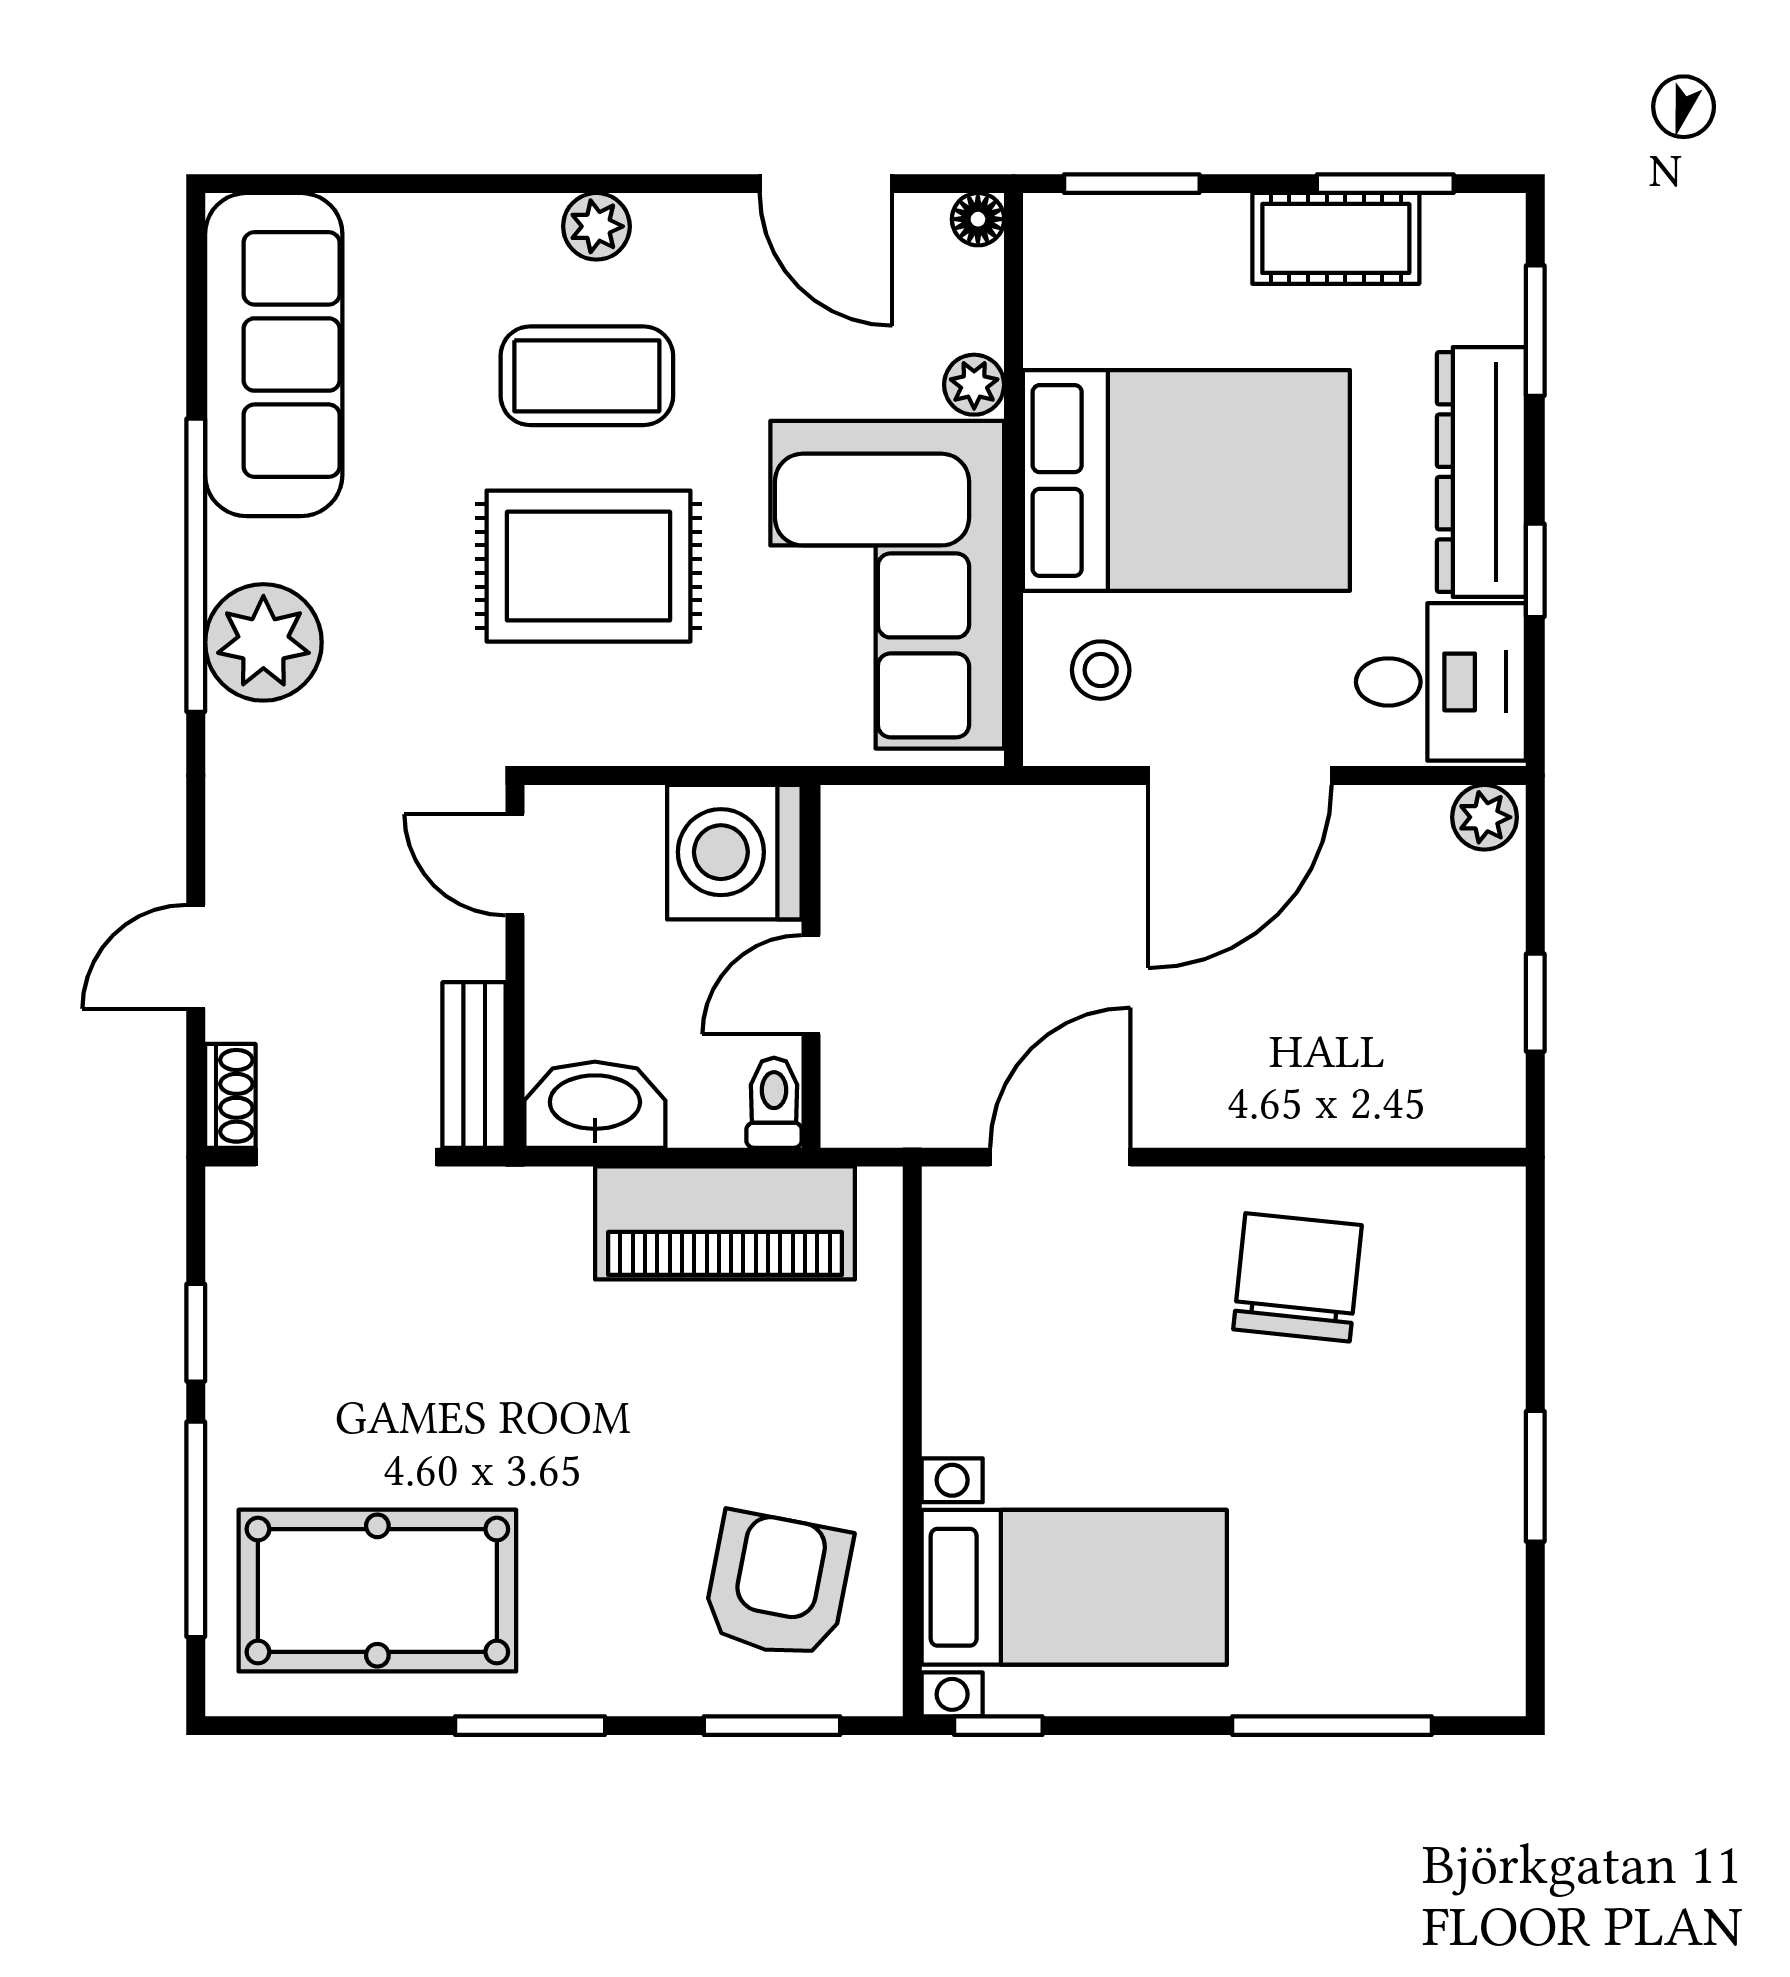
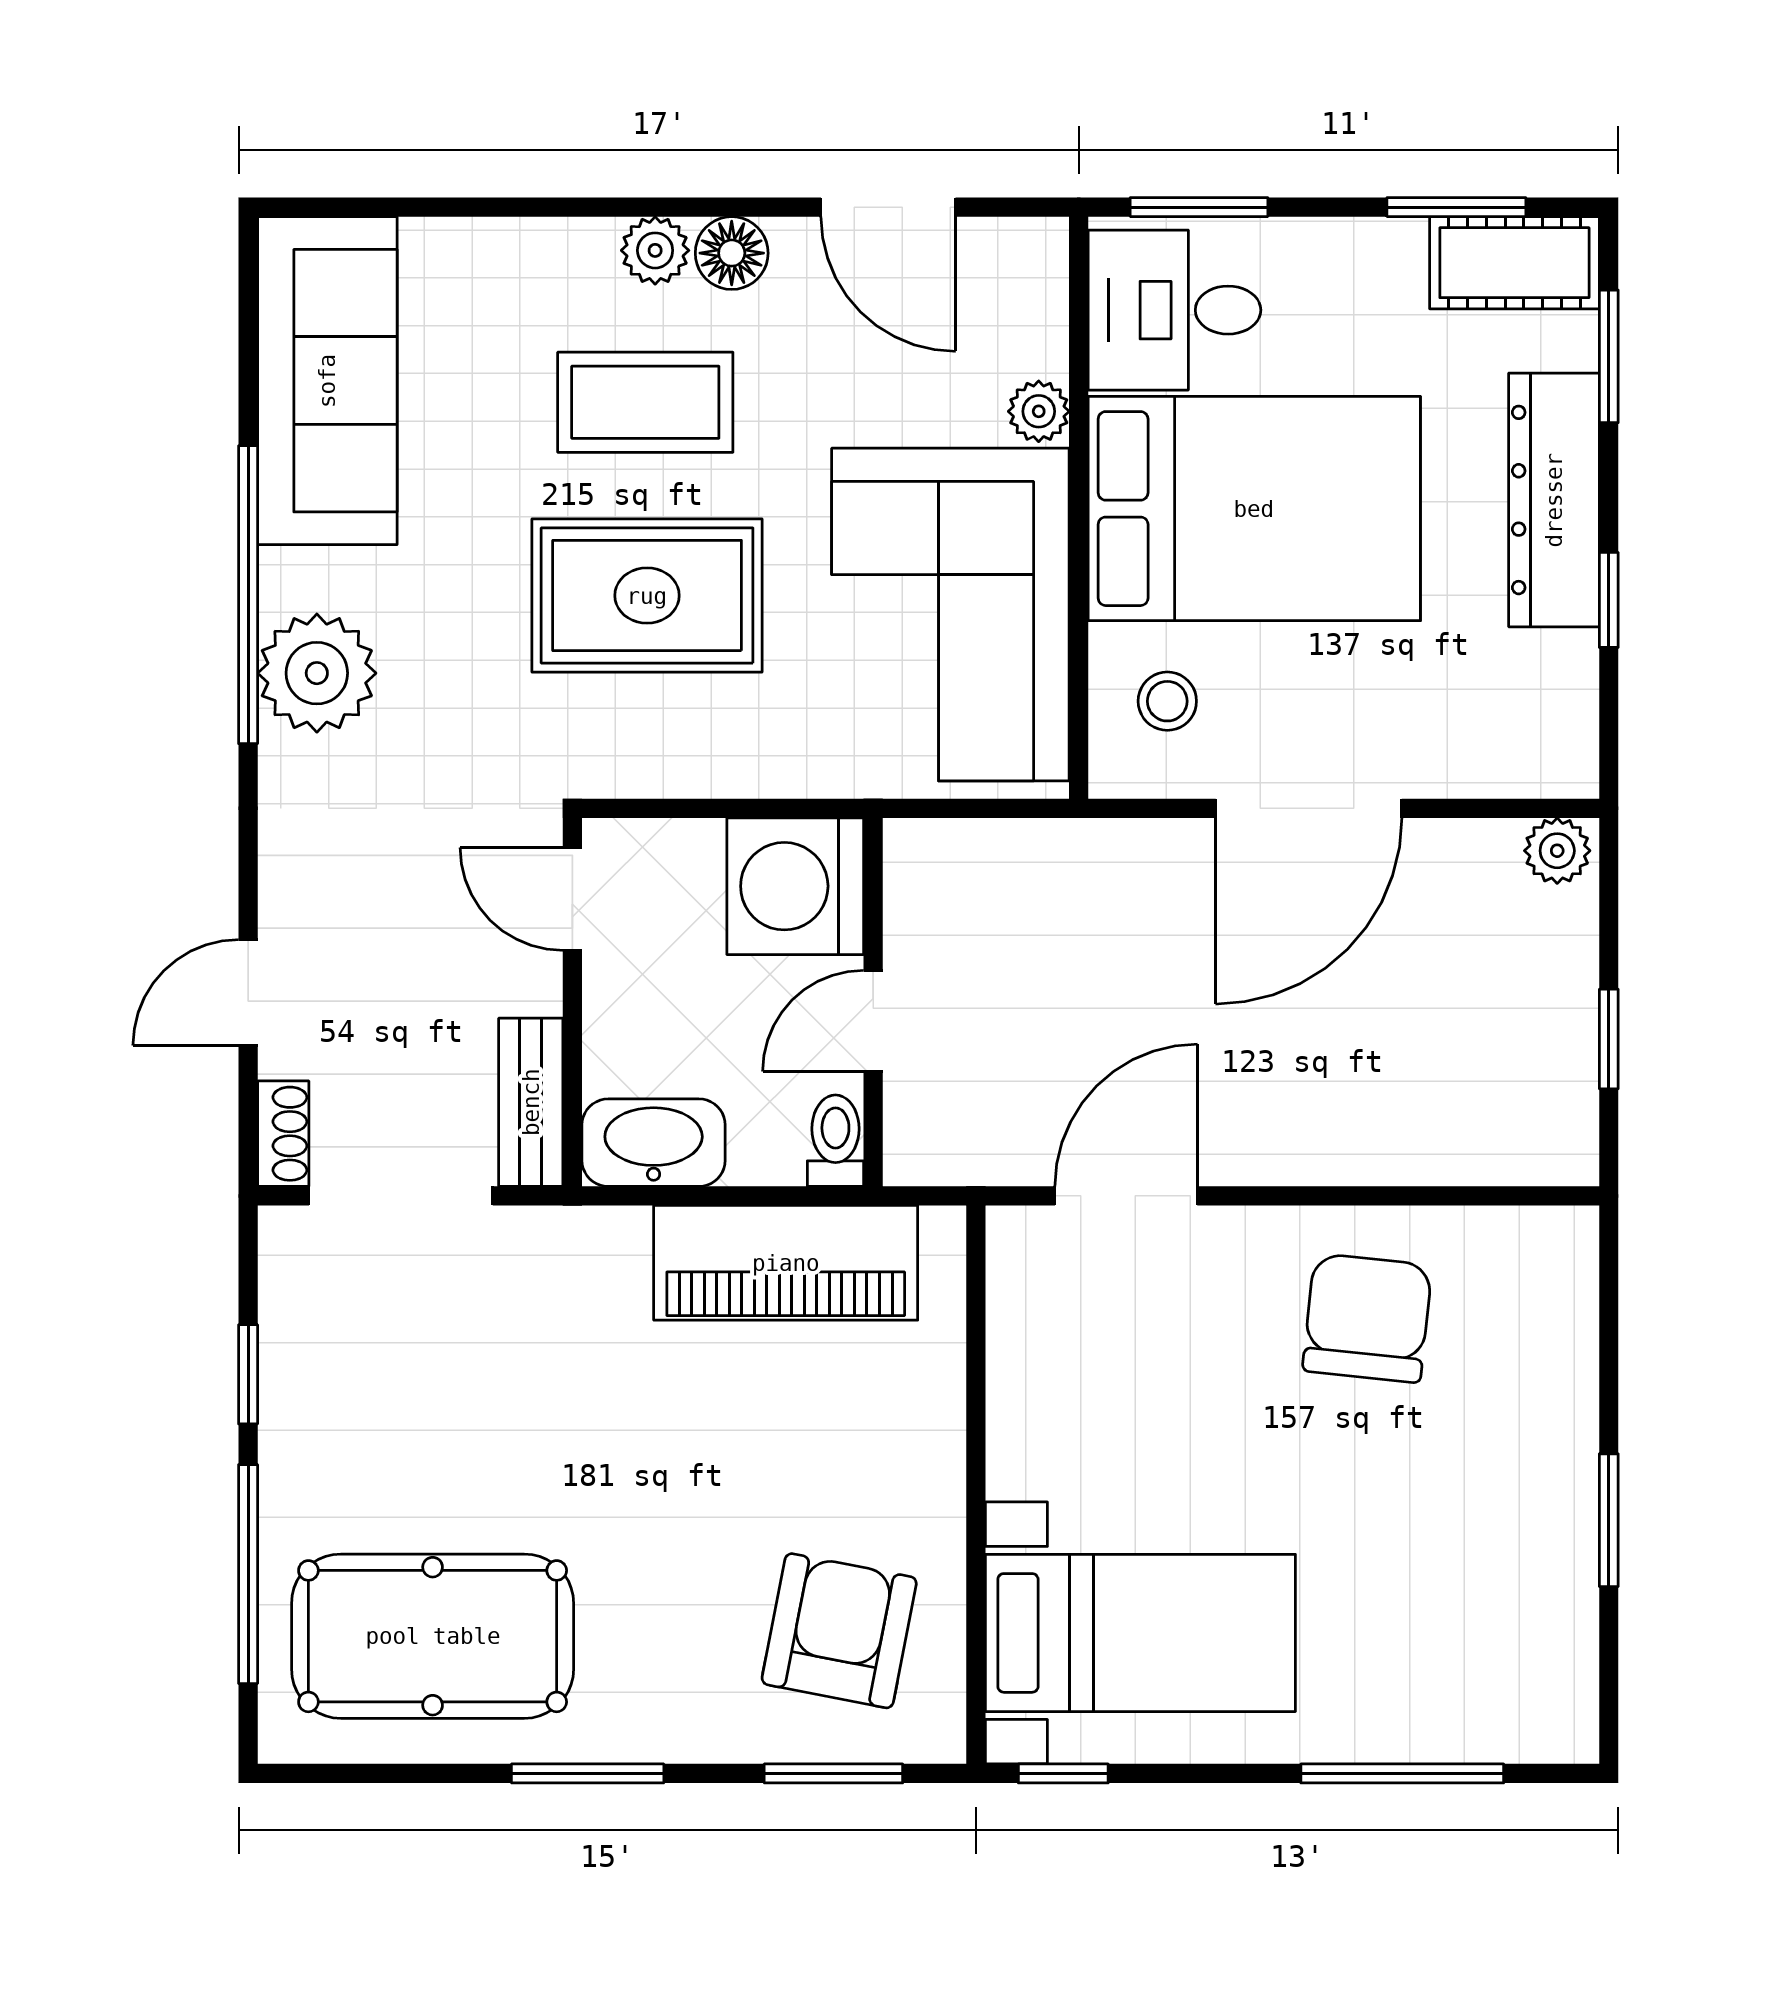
floor lamp: (978, 219) -> (732, 253), moved, width x1.37, depth x1.37
cot: (1336, 238) -> (1514, 263), moved
desk: (1441, 682) -> (1175, 310), moved, turned 180

